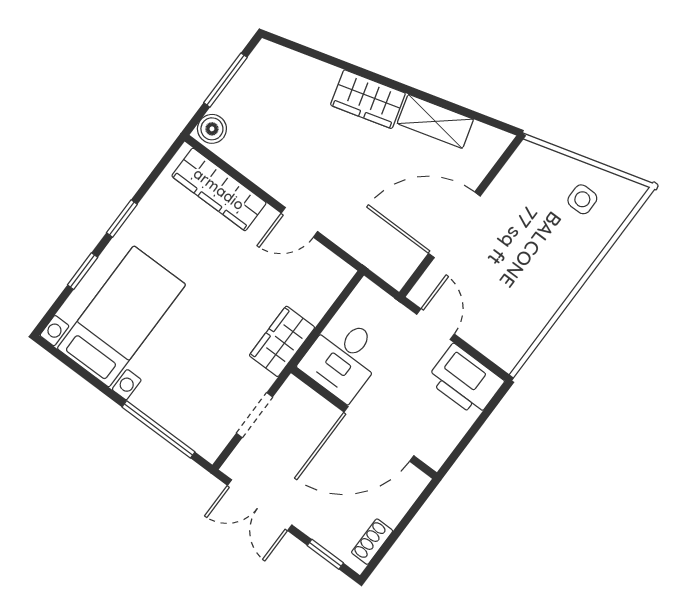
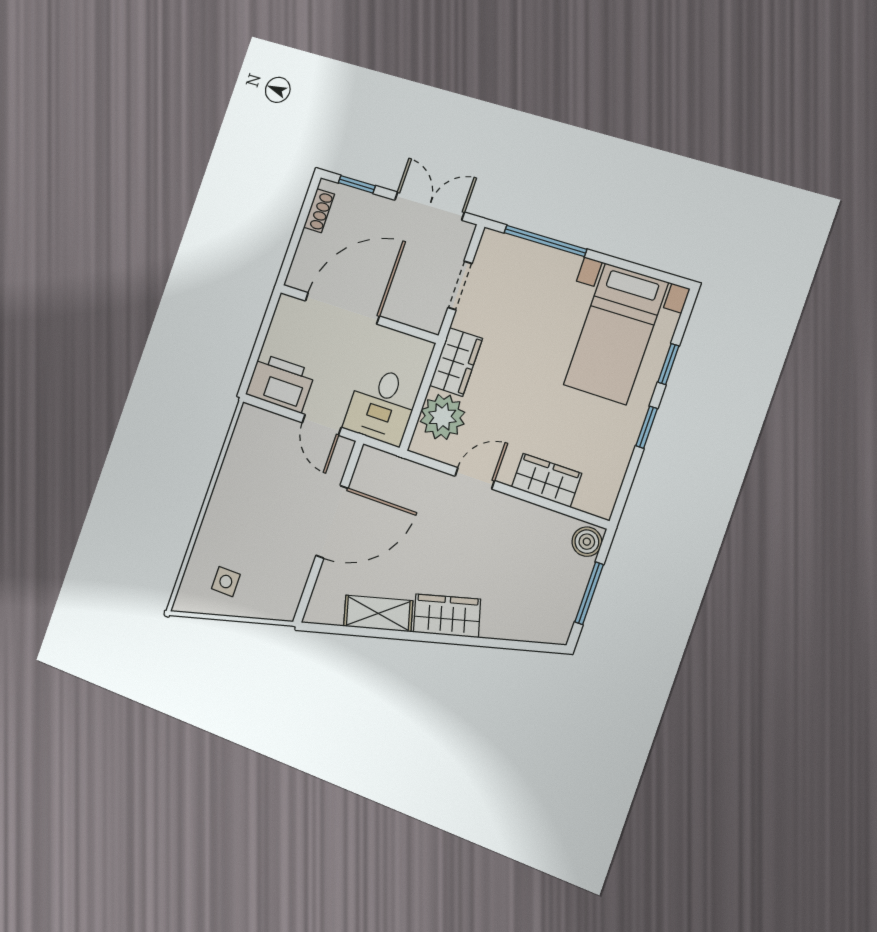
wardrobe: (219, 189) -> (546, 480), width x0.67
plant: (312, 292) -> (442, 417), added
desk: (343, 358) -> (382, 406), moved, turned 180

